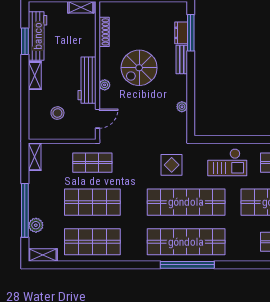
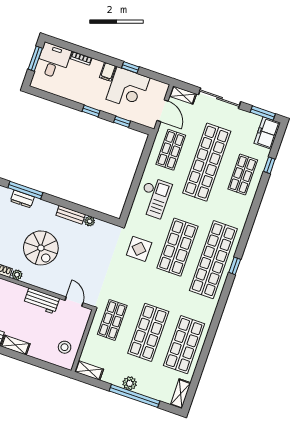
bench: (182, 59) -> (71, 215), moved
workbench: (87, 80) -> (42, 301), width x0.73
plant: (105, 85) -> (17, 275), moved
stool: (57, 113) -> (65, 347), moved
shop shelf: (186, 202) -> (177, 247), width x0.71
plant: (36, 225) -> (130, 383), moved
window: (187, 265) -> (235, 266), width x0.32

